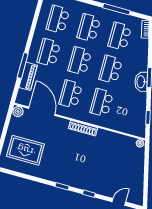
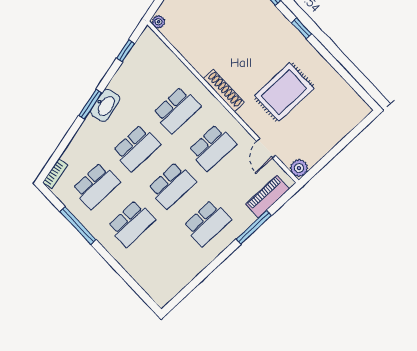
school desk: (58, 19) -> (167, 261), removed
piano: (28, 76) -> (268, 197), moved
door: (42, 111) -> (266, 148), width x0.53
rug: (25, 150) -> (284, 92), moved, turned 90

